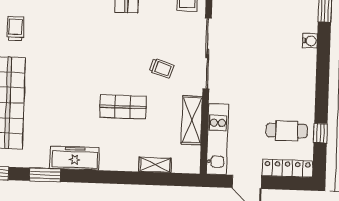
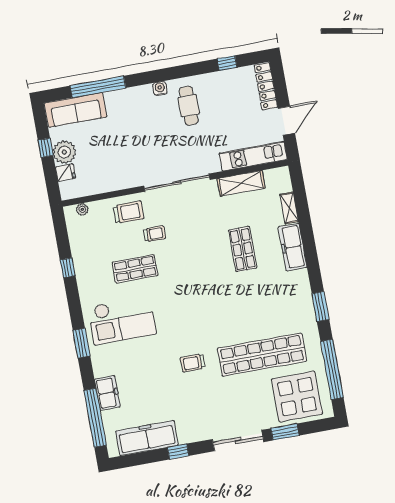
water cooler: (310, 41) -> (160, 89), moved
trolley: (162, 68) -> (155, 234), moved, turned 72
cafe table: (287, 131) -> (189, 106), moved
freezer: (75, 158) -> (293, 247), moved

